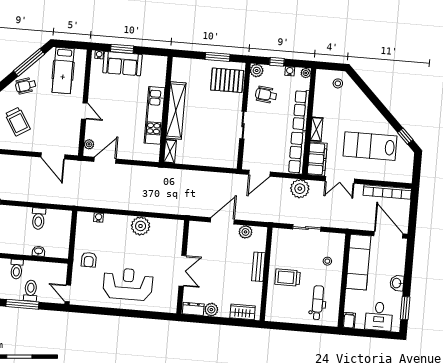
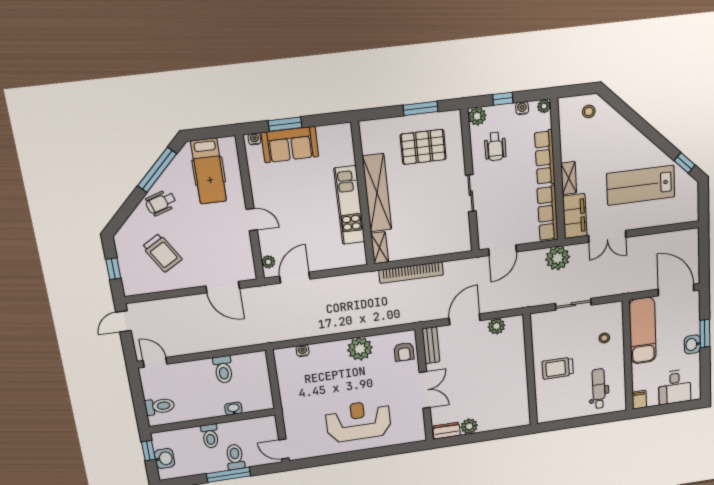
pallet: (227, 80) -> (423, 147), moved
wheelchair: (266, 95) -> (495, 146), turned -96
bookcase: (387, 192) -> (411, 273), moved
armchair: (89, 260) -> (404, 352), moved
bench: (258, 267) -> (431, 345), moved
window: (405, 308) -> (705, 333), moved
wardrobe: (243, 312) -> (508, 420), removed

